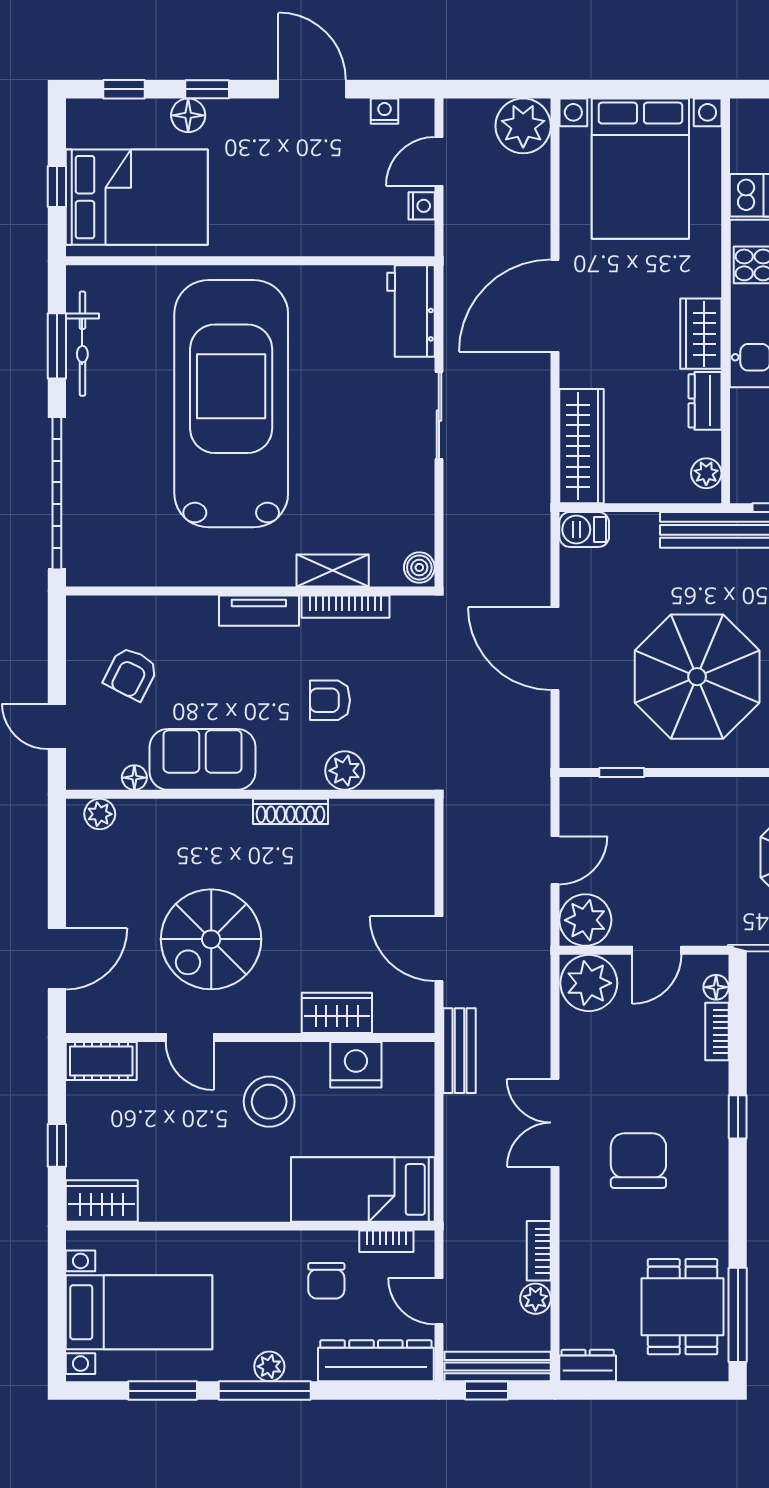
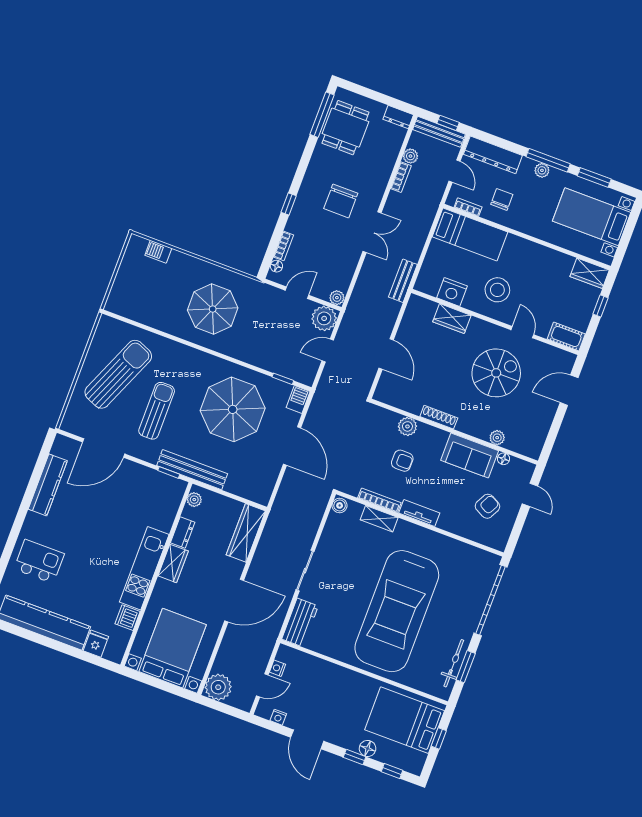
barbecue: (584, 530) -> (298, 400), moved, turned -90
plant: (100, 814) -> (497, 438), moved
door: (439, 949) -> (386, 354), moved
plant: (589, 983) -> (337, 298), width x0.53, depth x0.53

